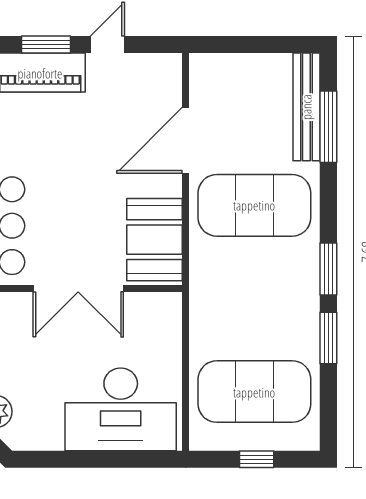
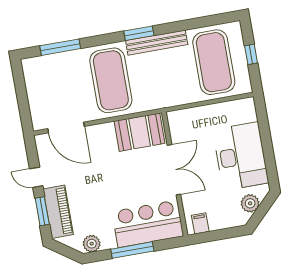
bench: (306, 107) -> (157, 43), moved
door: (186, 140) -> (66, 127), moved
window: (328, 338) -> (177, 27), removed
desk: (121, 409) -> (241, 156), moved

